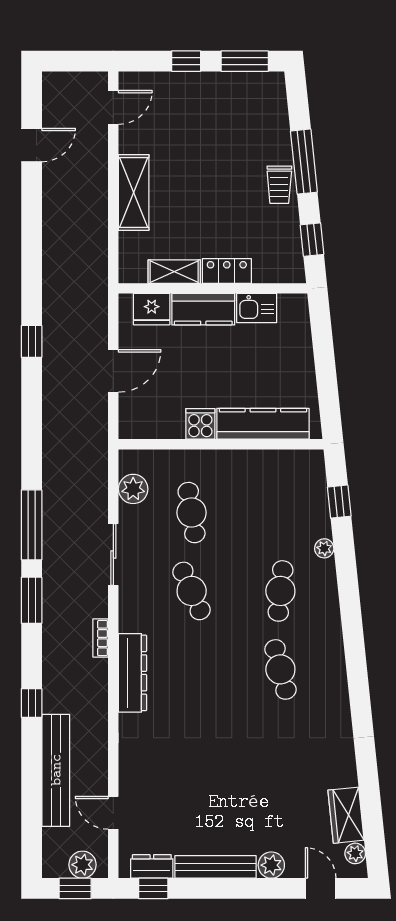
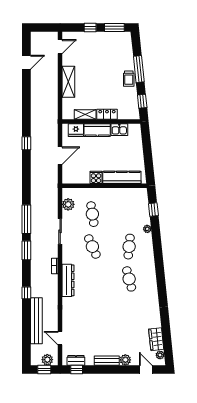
bench: (216, 867) -> (107, 361), width x0.73

